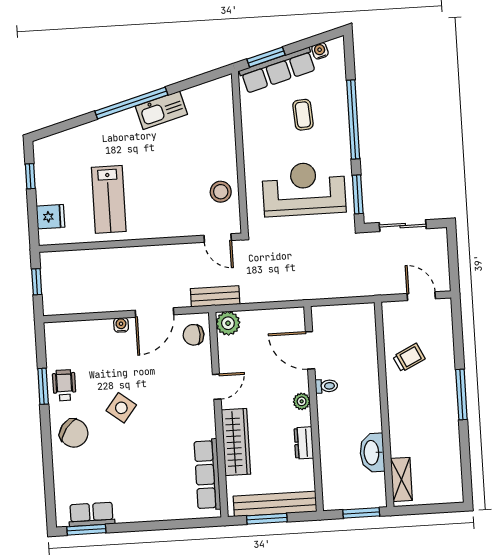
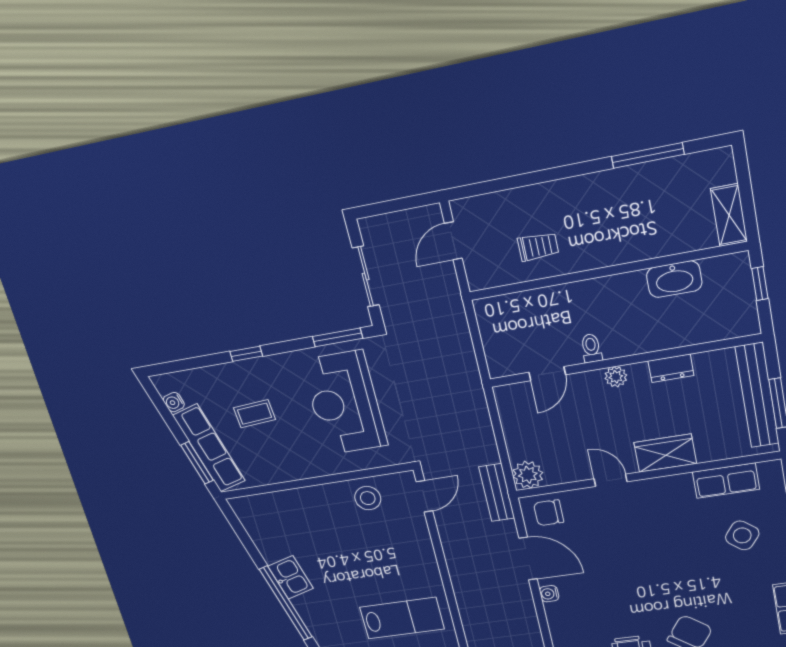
kitchen sink: (161, 110) -> (291, 577), width x0.73
window: (353, 119) -> (246, 354), width x0.32
chair: (193, 335) -> (549, 513), turned 90
door: (310, 350) -> (547, 374), width x0.73
trolley: (409, 358) -> (538, 247), turned 116
window: (461, 395) -> (648, 155), moved
side table: (121, 408) -> (742, 535), moved
wardrobe: (236, 442) -> (665, 453), width x0.67
row of seats: (207, 474) -> (726, 481), width x0.68
shelving: (401, 479) -> (729, 215), moved, turned 90
window: (361, 513) -> (760, 284), width x0.67

